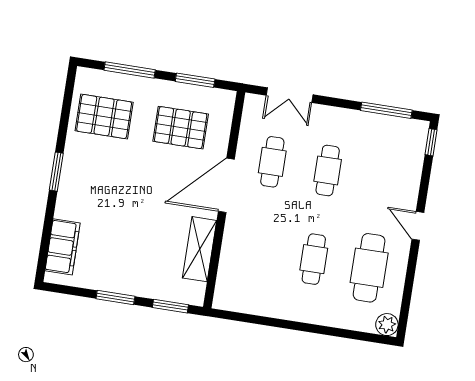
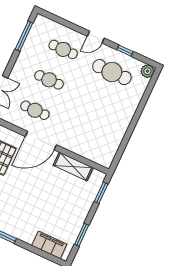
window: (431, 142) -> (125, 51), moved
door: (226, 185) -> (41, 141), hinge flipped
cafe table: (314, 259) -> (63, 49), moved
window: (115, 298) -> (82, 235), moved

